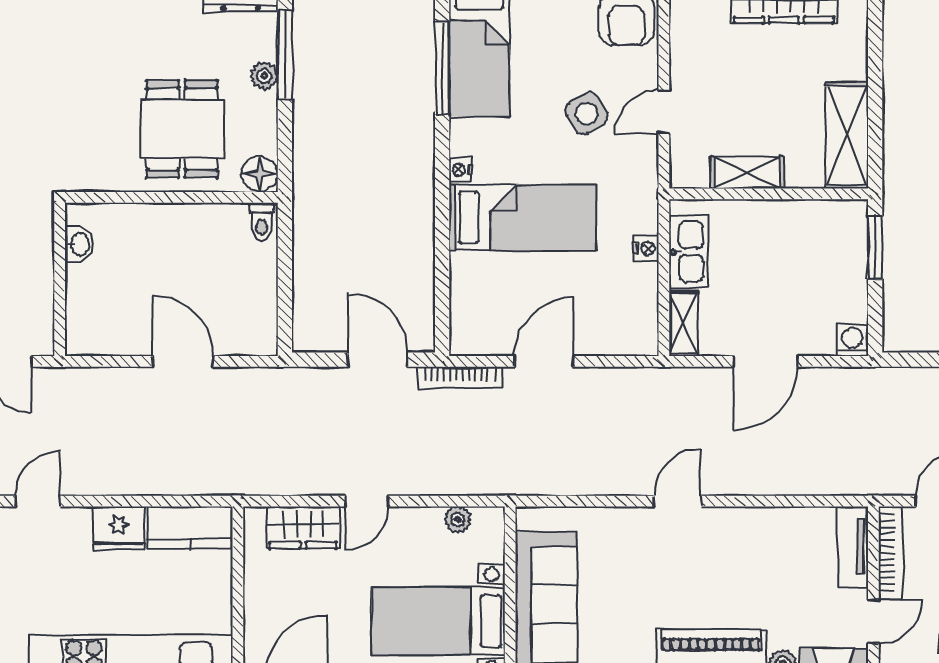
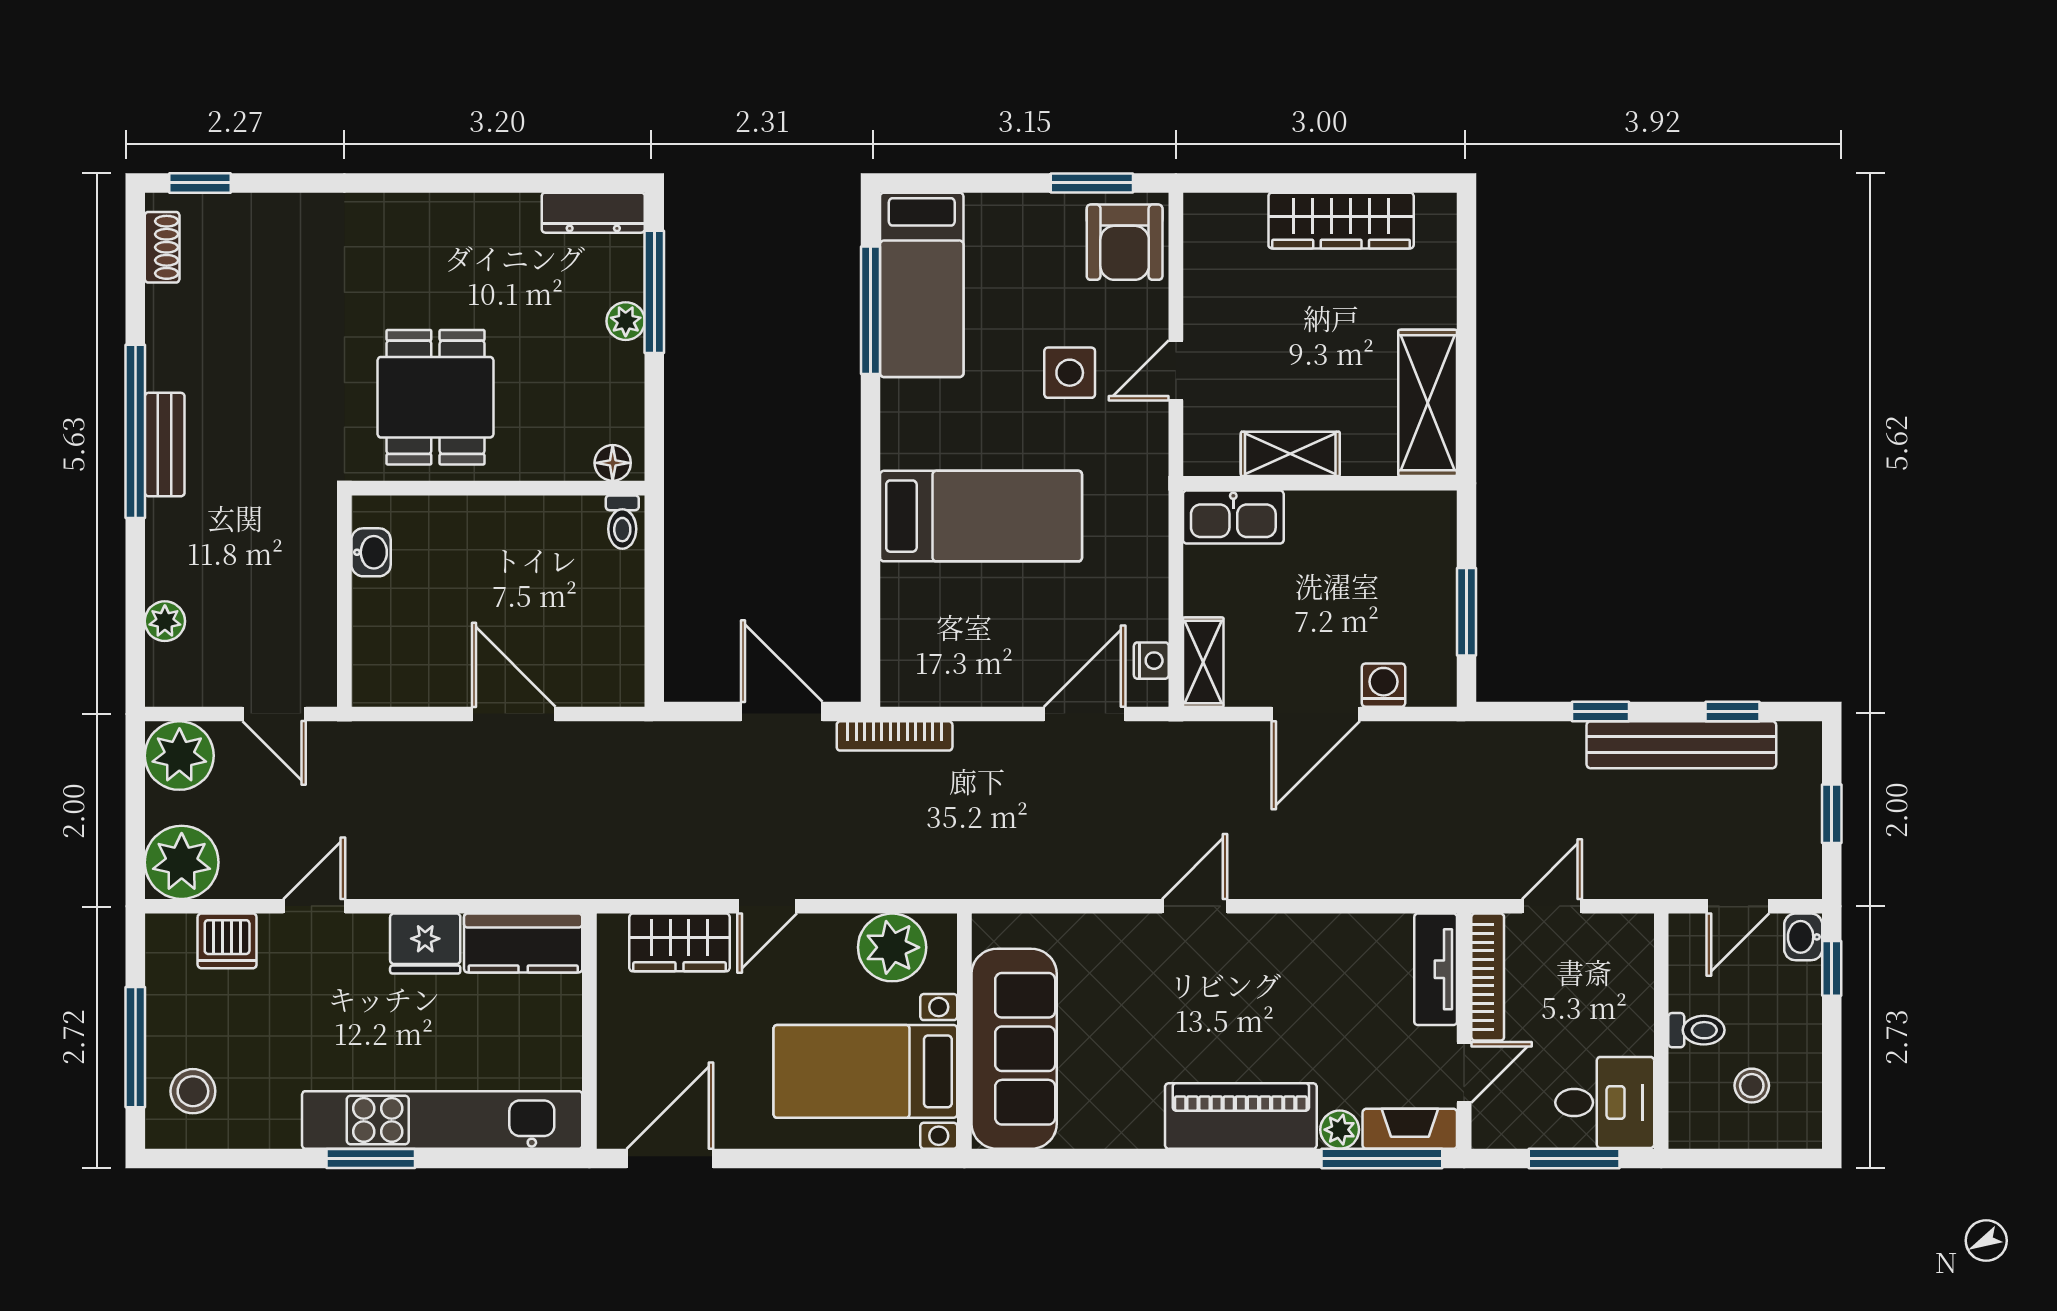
side table: (587, 113) -> (1070, 373), turned 30
dining table: (182, 129) -> (435, 397), moved
nightstand: (461, 170) -> (896, 450), removed
floor lamp: (260, 174) -> (613, 463), width x0.73, depth x0.73
window: (875, 247) -> (1467, 612), moved
nightstand: (646, 248) -> (1151, 661), moved
kitchen sink: (688, 252) -> (1233, 517), moved, turned 90
washing machine: (852, 340) -> (1383, 685), moved
door: (544, 361) -> (1085, 714), moved
plant: (458, 519) -> (892, 947), width x1.88, depth x1.88

